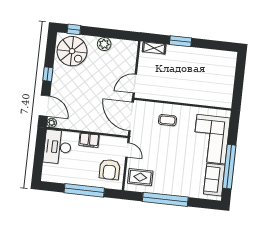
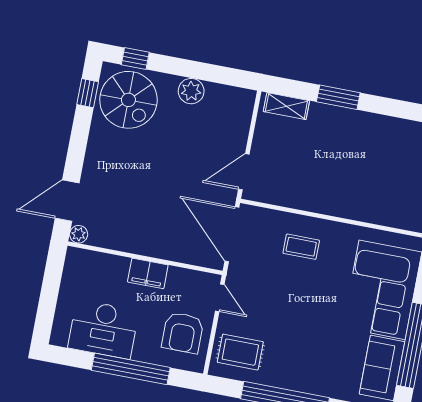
window: (48, 74) -> (88, 93), moved
door: (44, 106) -> (67, 201), swing flipped
desk: (57, 147) -> (103, 329), moved, turned -90

